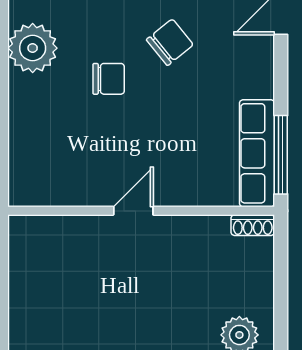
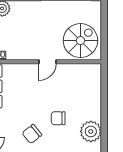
spiral stairs: (57, 260) -> (80, 41), added

